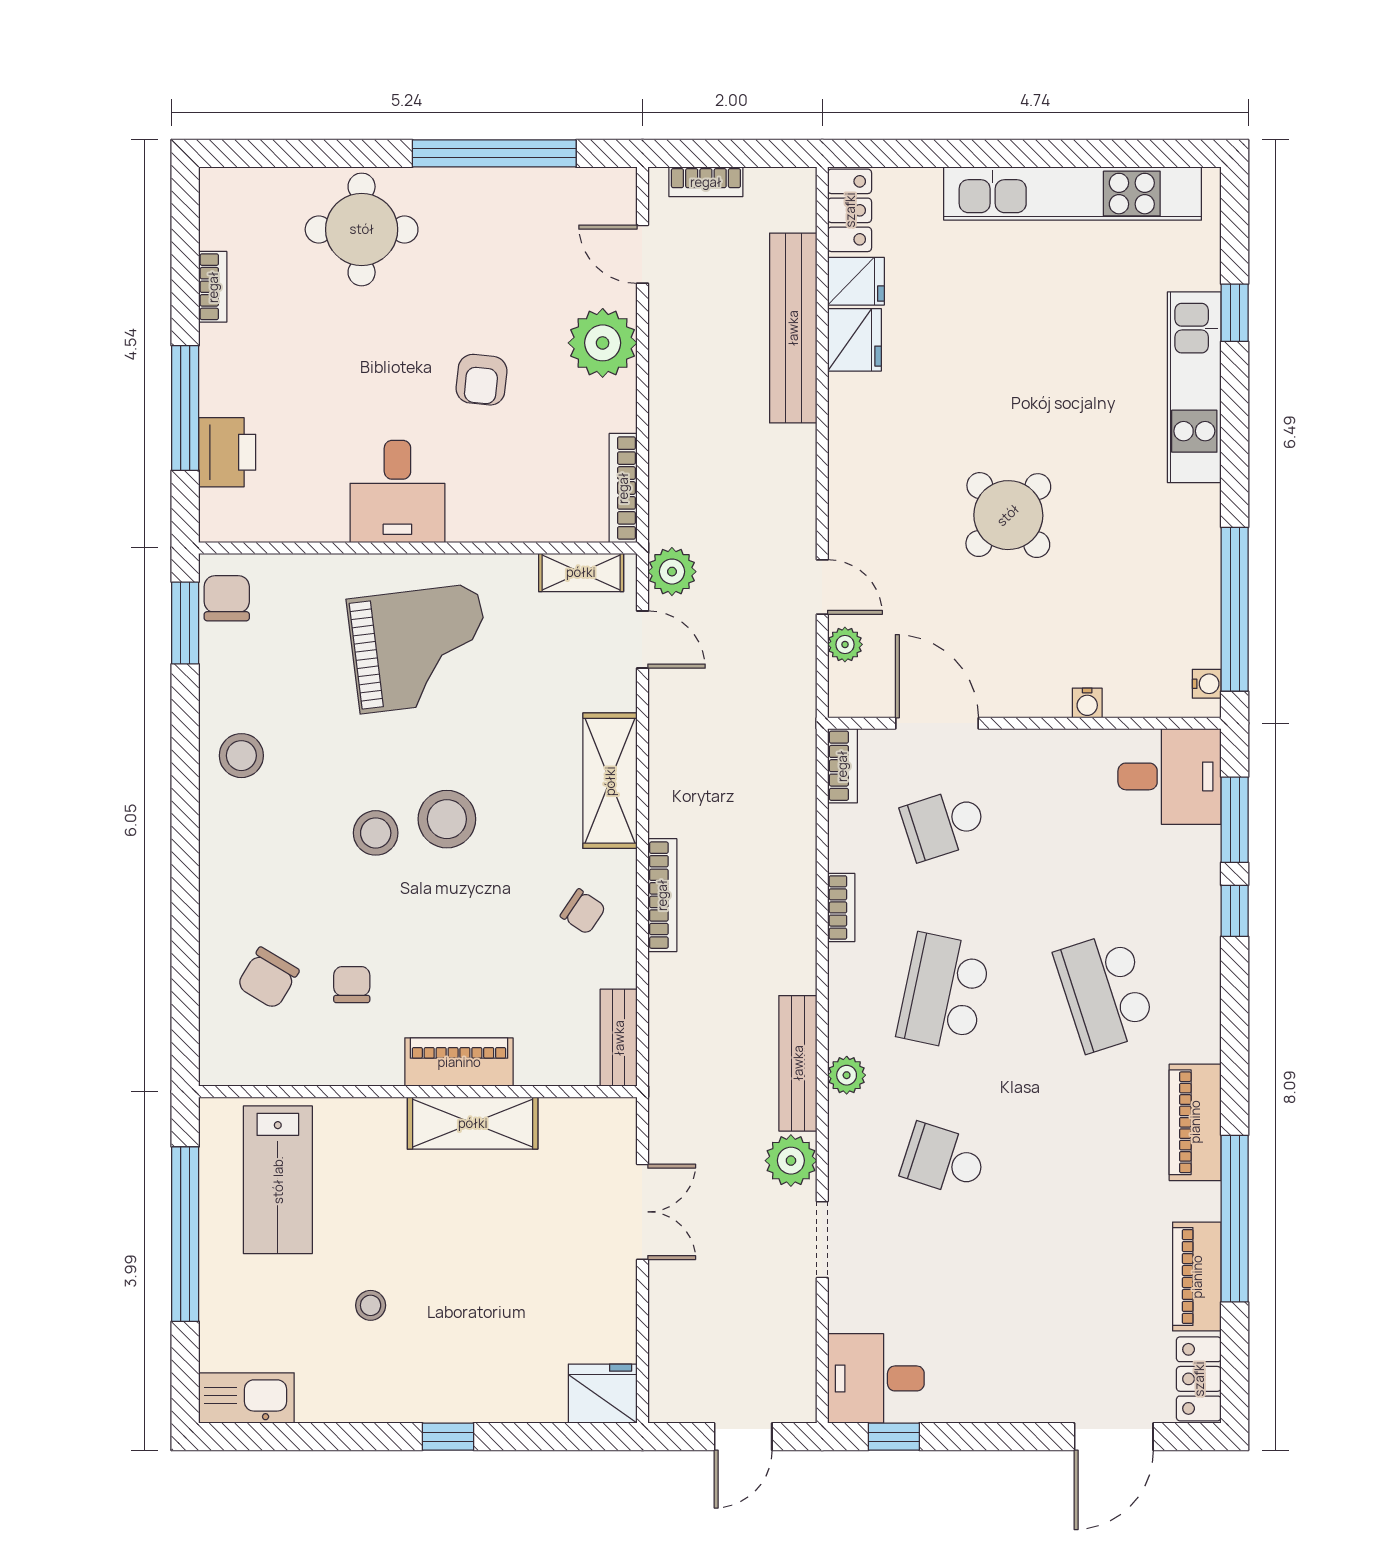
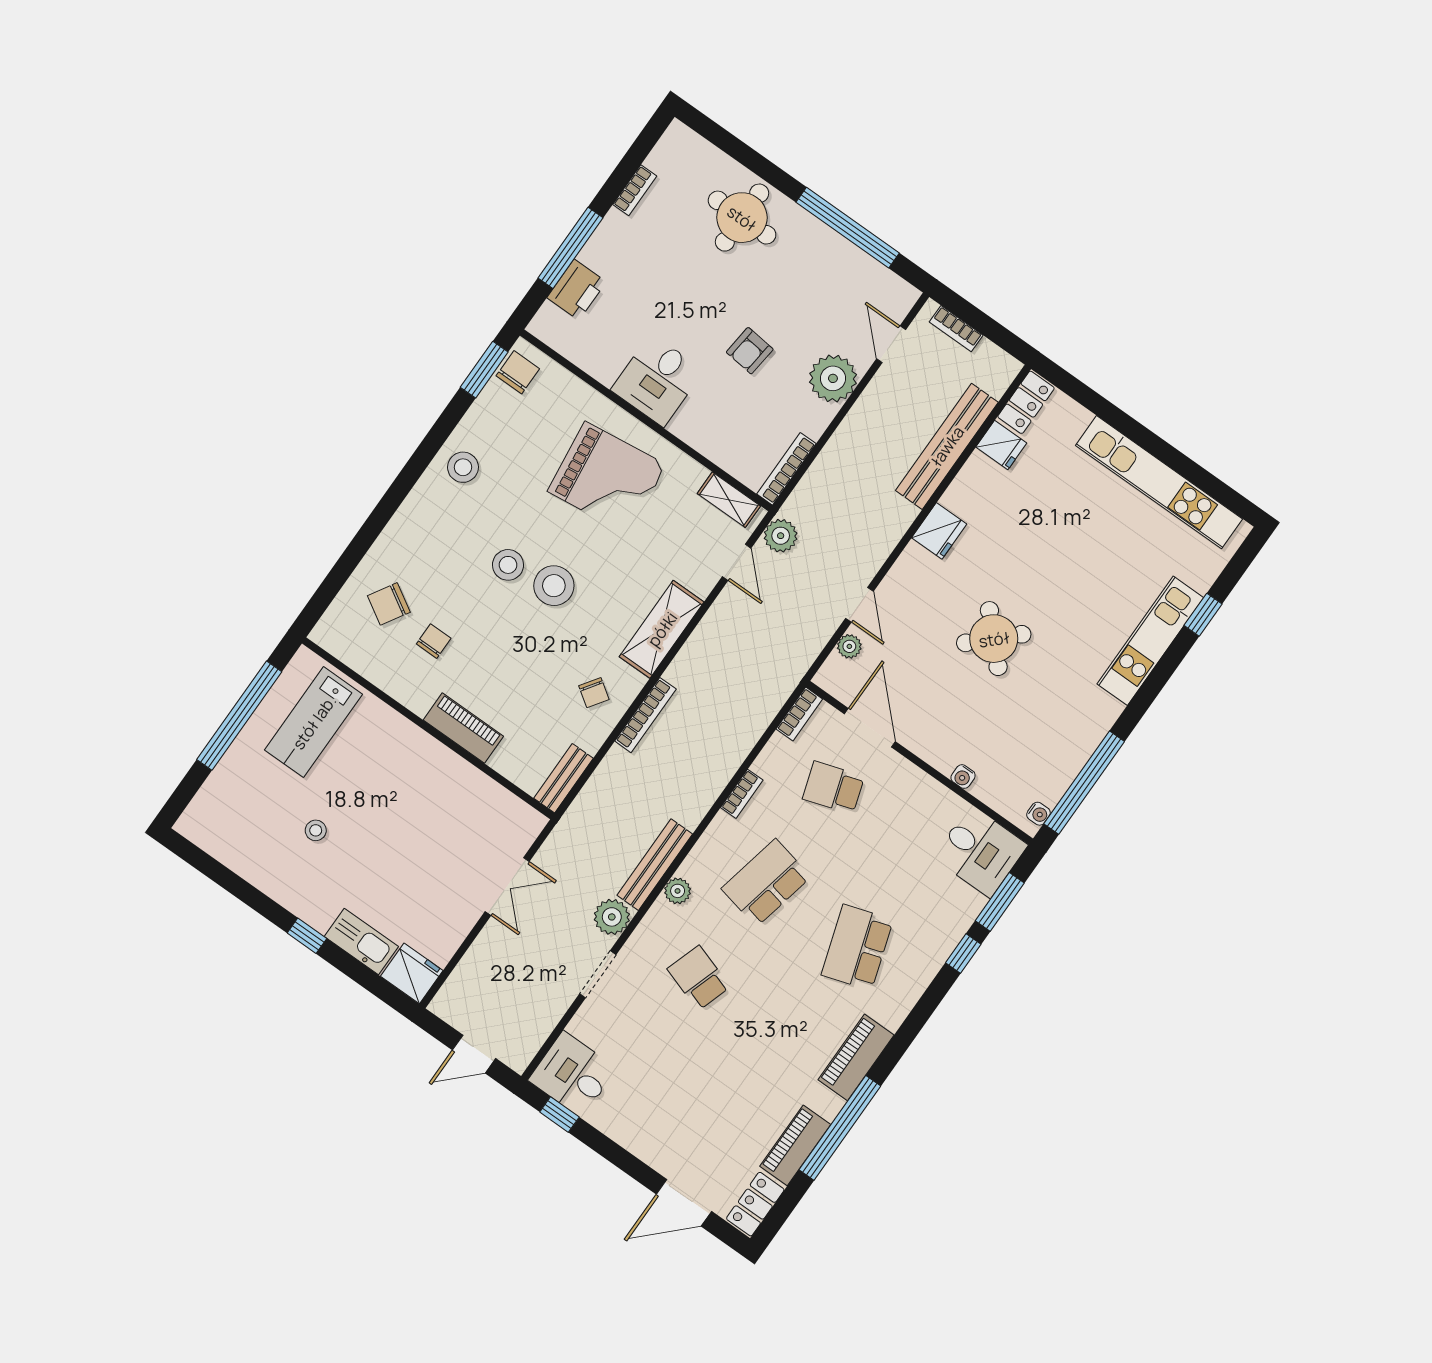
fridge: (854, 340) -> (939, 531), moved
shelving: (473, 1123) -> (447, 768), removed
kitchen sink: (246, 1398) -> (361, 942), moved

